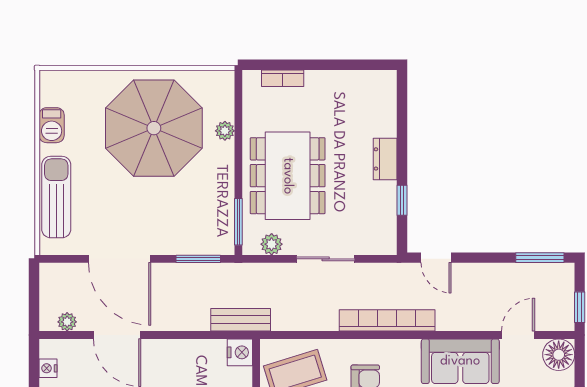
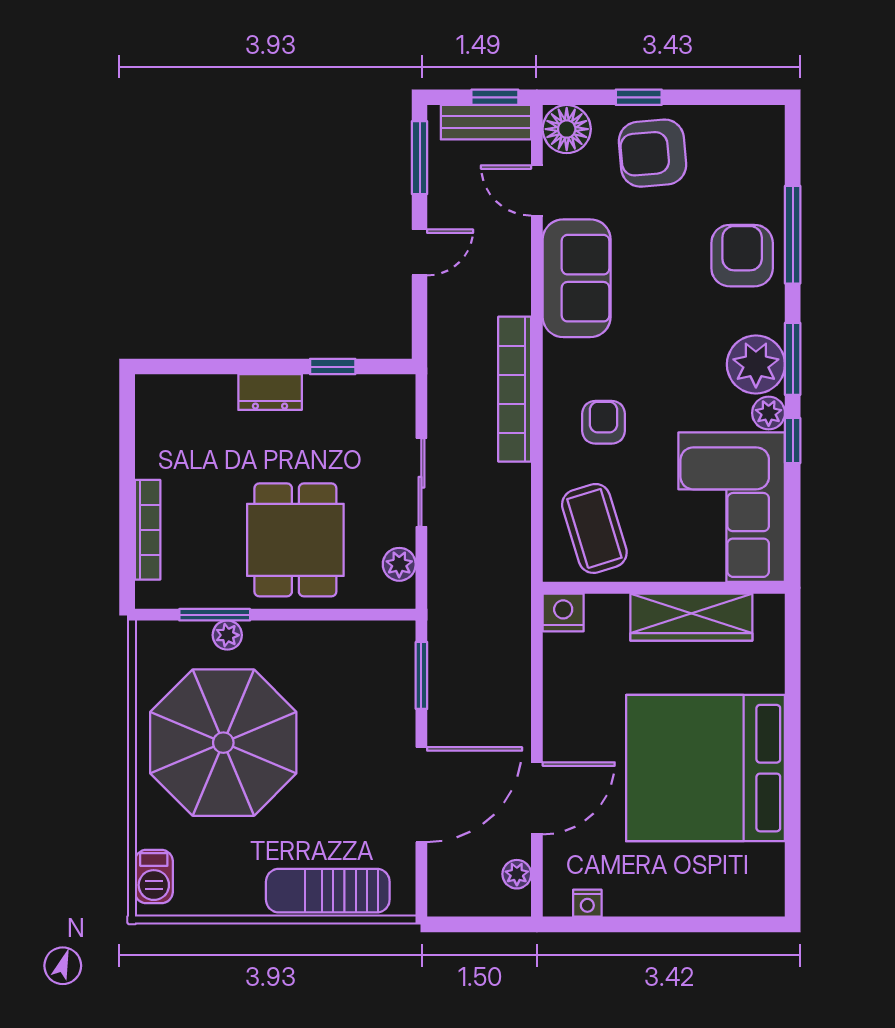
bookcase: (283, 78) -> (148, 530), width x1.56
barbecue: (52, 125) -> (154, 877), moved, turned 90
dining table: (288, 176) -> (295, 540), width x0.73
window: (238, 222) -> (215, 615), moved
door: (436, 258) -> (420, 252), moved
bench: (241, 320) -> (486, 122), moved, turned 90

